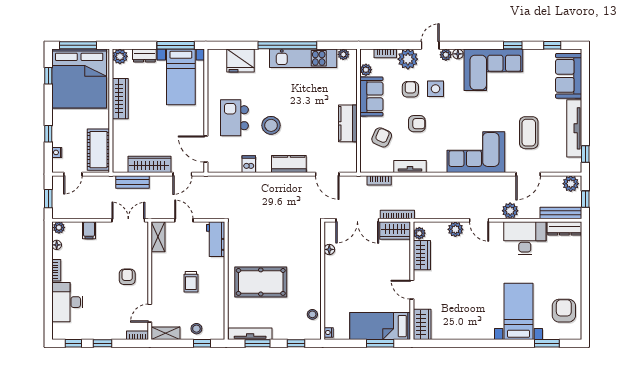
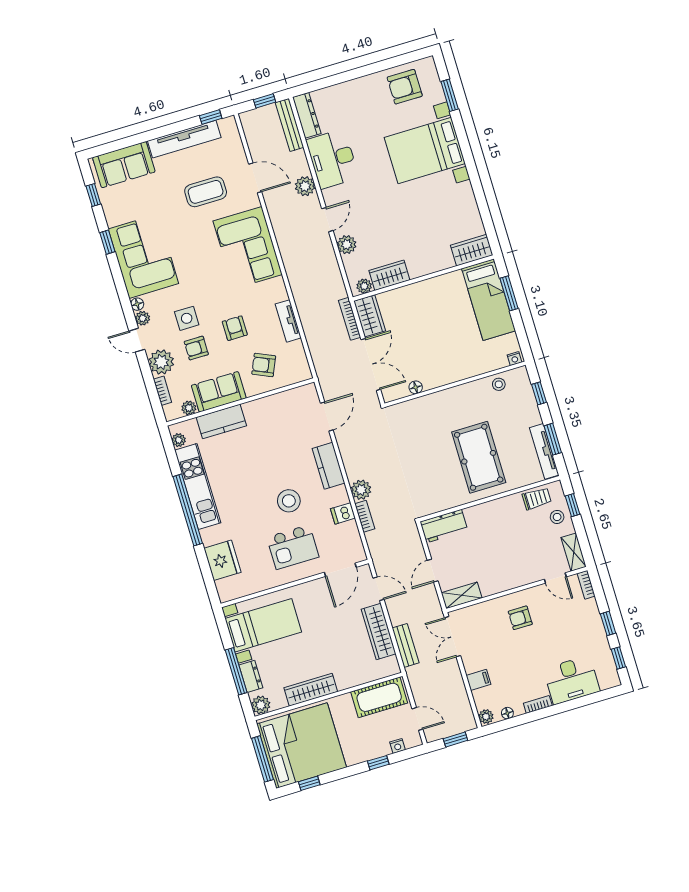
window: (176, 45) -> (236, 671), moved
kitchen counter: (348, 123) -> (221, 421), moved
bookcase: (379, 180) -> (365, 516), moved
plant: (571, 184) -> (361, 490), moved
trolley: (191, 282) -> (537, 499), moved
door: (412, 290) -> (434, 275), removed
bed with nightstands: (519, 311) -> (425, 151), width x1.36

